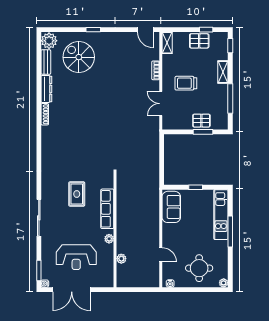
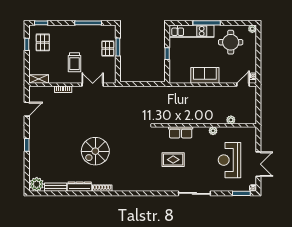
door: (145, 30) -> (27, 109), moved
pallet: (199, 41) -> (43, 42), moved
spiral stairs: (79, 57) -> (95, 151), moved
shelving: (223, 72) -> (65, 29), removed
double door: (161, 104) -> (93, 85), swing flipped
sofa: (171, 207) -> (205, 75), moved
row of seats: (107, 209) -> (181, 132), width x0.68
door: (161, 255) -> (243, 85), moved
reception desk: (76, 257) -> (229, 160), turned 180
round table: (199, 268) -> (231, 42), moved
double door: (72, 290) -> (258, 164), width x0.73

